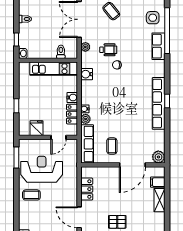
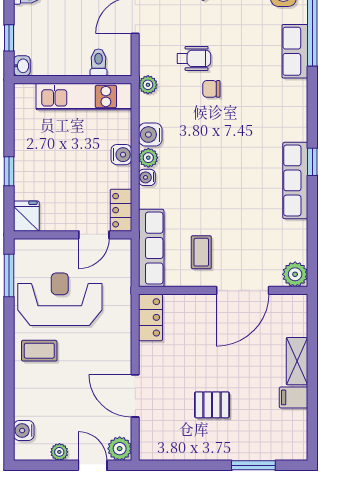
plant: (85, 47) -> (148, 85), moved
water cooler: (87, 74) -> (150, 135), moved
row of seats: (159, 103) -> (295, 180), width x0.73
locker: (72, 114) -> (121, 210), moved
plant: (86, 119) -> (148, 158), moved
fridge: (36, 128) -> (26, 216), moved
filing cabinet: (158, 182) -> (294, 397), moved
locker: (87, 189) -> (150, 317), moved

